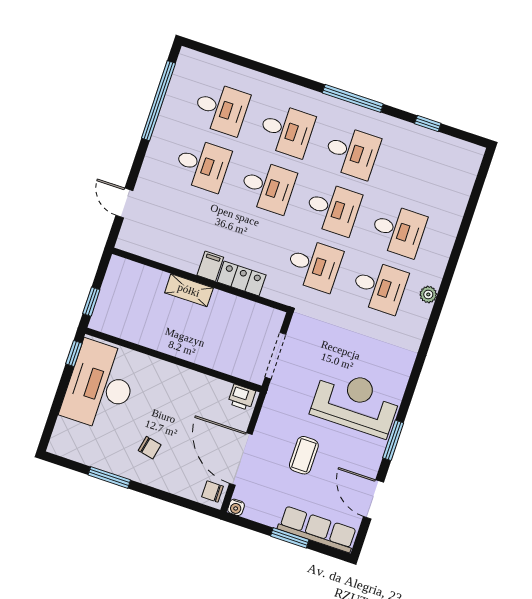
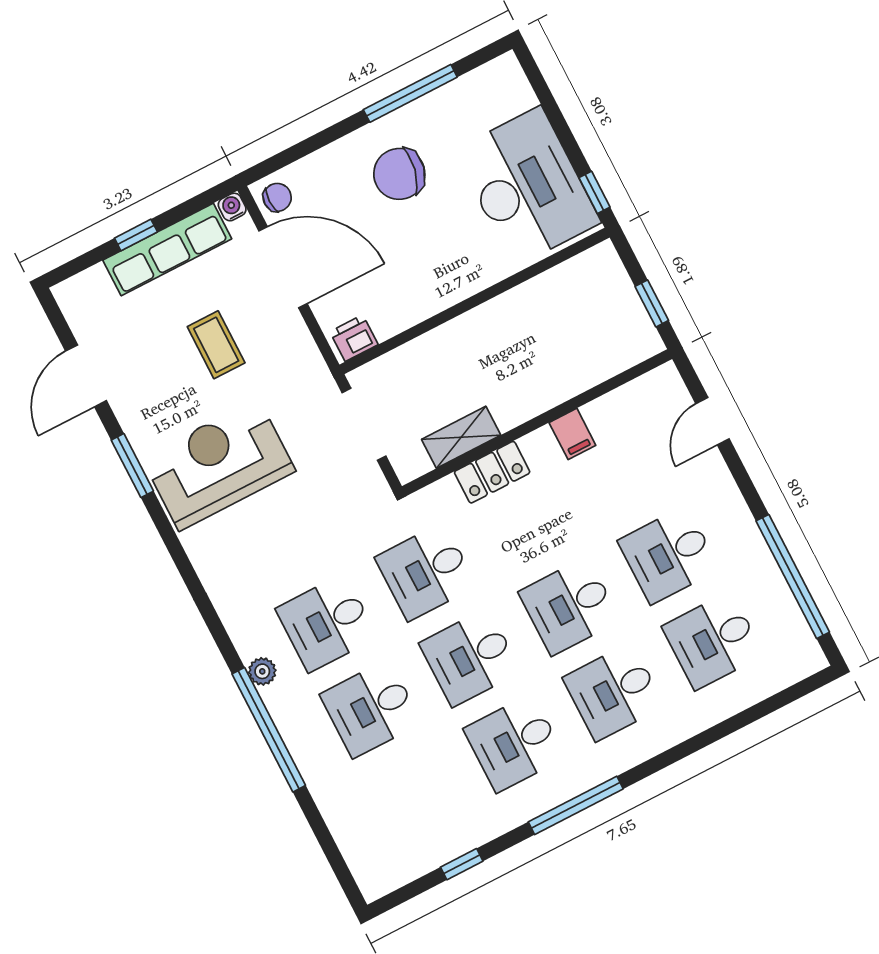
door: (124, 203) -> (713, 421), swing flipped
filing cabinet: (210, 266) -> (572, 434), moved
window: (451, 267) -> (269, 730), added
shelving: (189, 290) -> (461, 437), moved
window: (91, 302) -> (652, 303), moved
reception desk: (356, 403) -> (219, 465), turned 180
chair: (150, 448) -> (399, 174), width x1.87, depth x1.87
window: (109, 477) -> (410, 93), width x1.44
door: (373, 499) -> (86, 376), swing flipped
row of seats: (317, 529) -> (167, 250), moved
window: (290, 538) -> (136, 235), width x0.67

